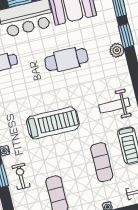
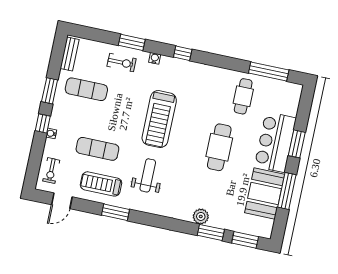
cafe table: (67, 60) -> (219, 147), moved
weight bench: (114, 106) -> (148, 175), moved

